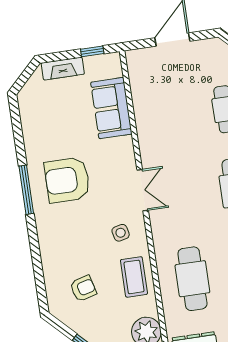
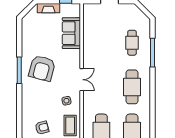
armchair: (67, 180) -> (42, 68), turned -75

